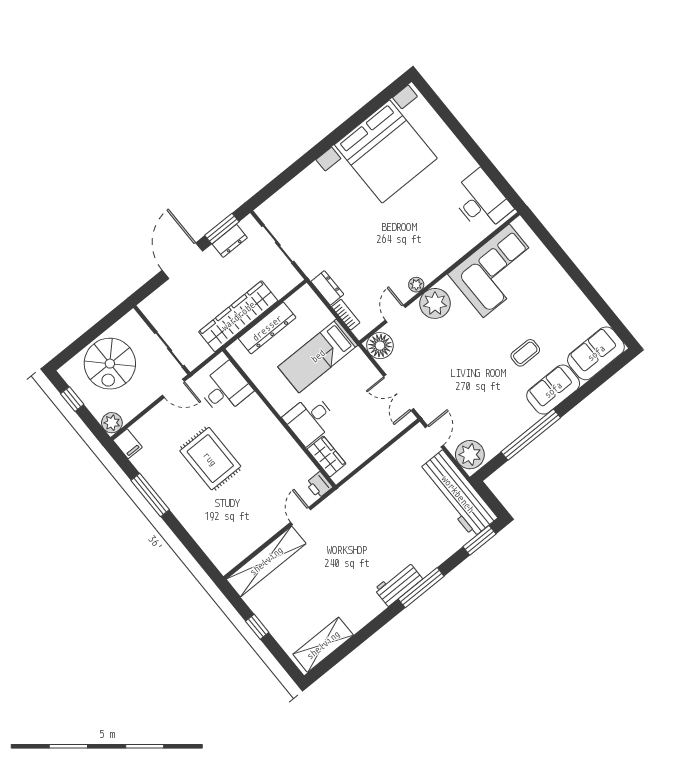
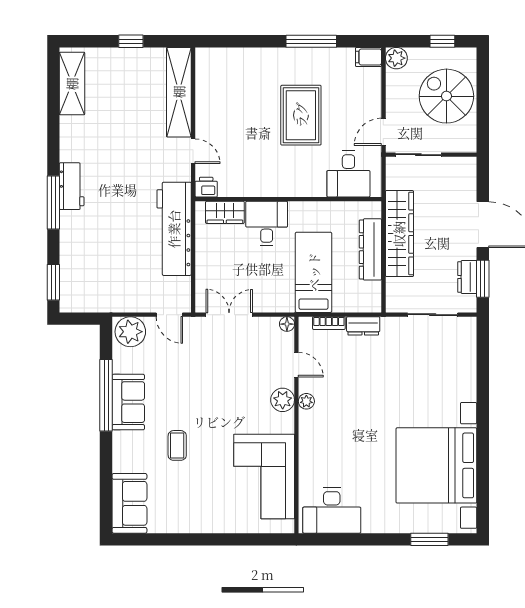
window: (444, 113) -> (429, 539), added
plant: (435, 303) -> (283, 400), width x0.73, depth x0.73
floor lamp: (380, 346) -> (287, 324), width x0.53, depth x0.53
sofa: (553, 390) -> (128, 402), moved
rug: (210, 459) -> (301, 115), turned 90
workbench: (458, 494) -> (174, 229), moved, turned -90

